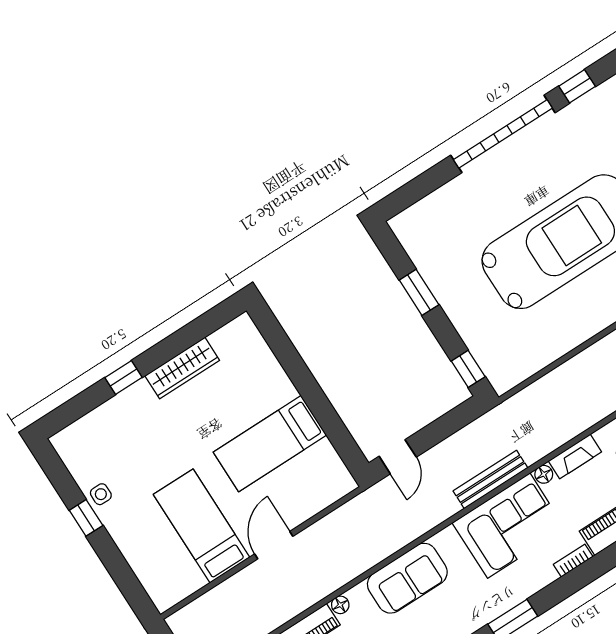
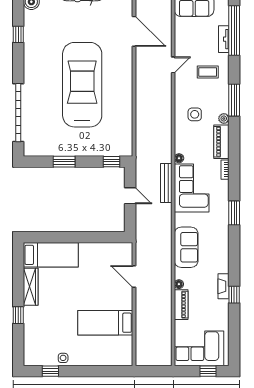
garage door: (503, 134) -> (18, 113), moved
bed: (270, 444) -> (51, 255), moved, turned -90
fireplace: (575, 456) -> (180, 140), removed
door: (398, 457) -> (130, 196), moved
window: (86, 518) -> (50, 371), moved
door: (274, 545) -> (134, 277), moved

